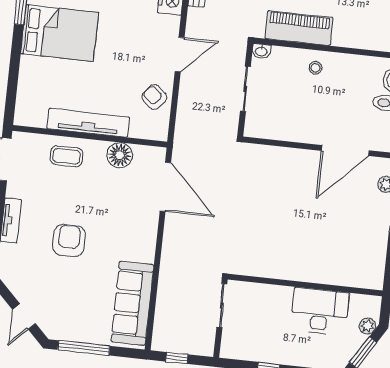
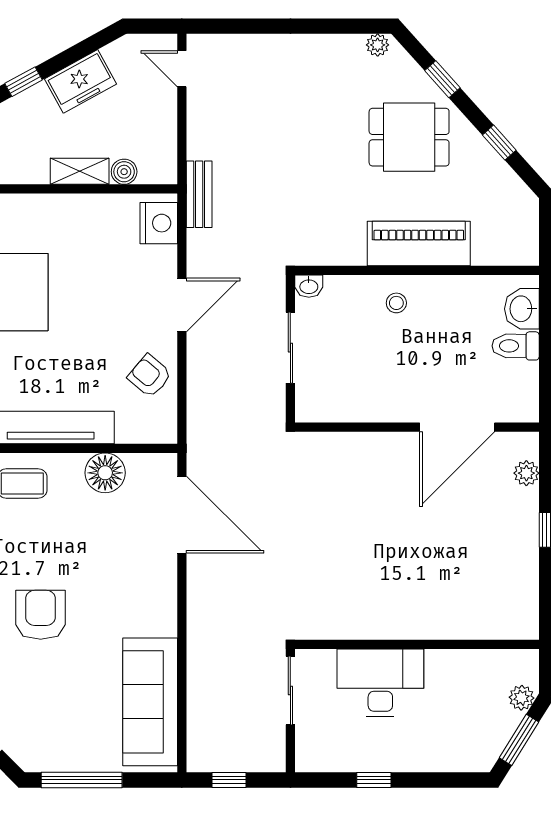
piano: (299, 28) -> (419, 243), moved
desk: (320, 311) -> (380, 683), moved

